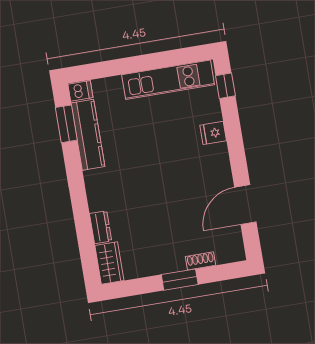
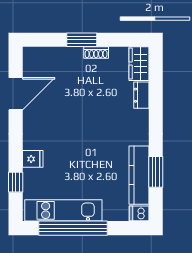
window: (154, 61) -> (73, 228), added
window: (225, 86) -> (16, 182), moved
window: (66, 124) -> (156, 172), moved
shoe rack: (201, 261) -> (96, 53), moved

